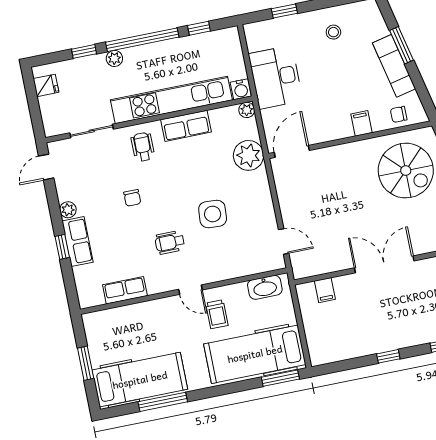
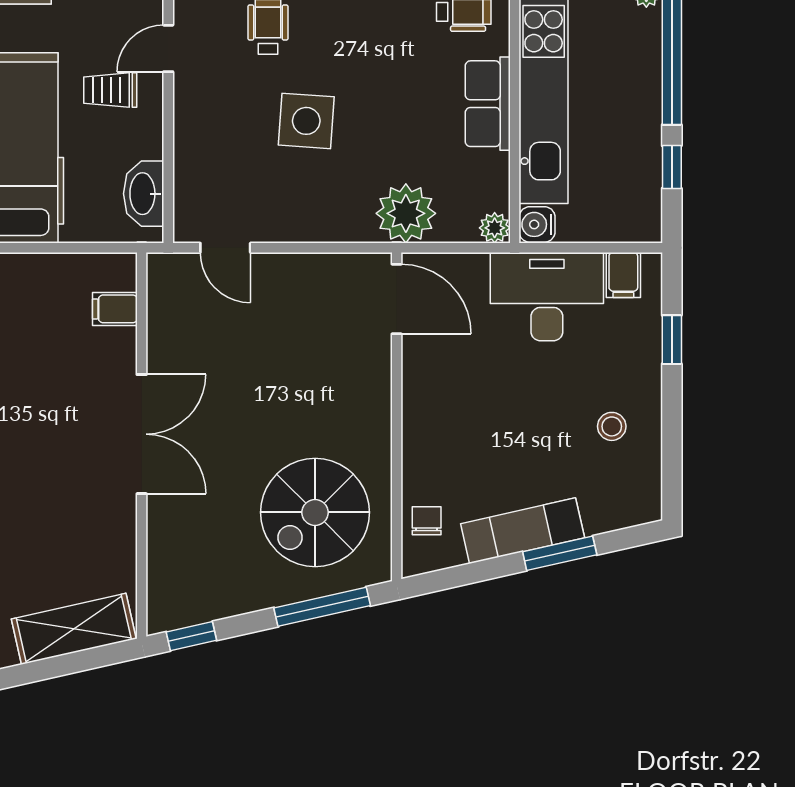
filing cabinet: (361, 123) -> (623, 275), moved, turned 90
door: (284, 241) -> (225, 248), hinge flipped

